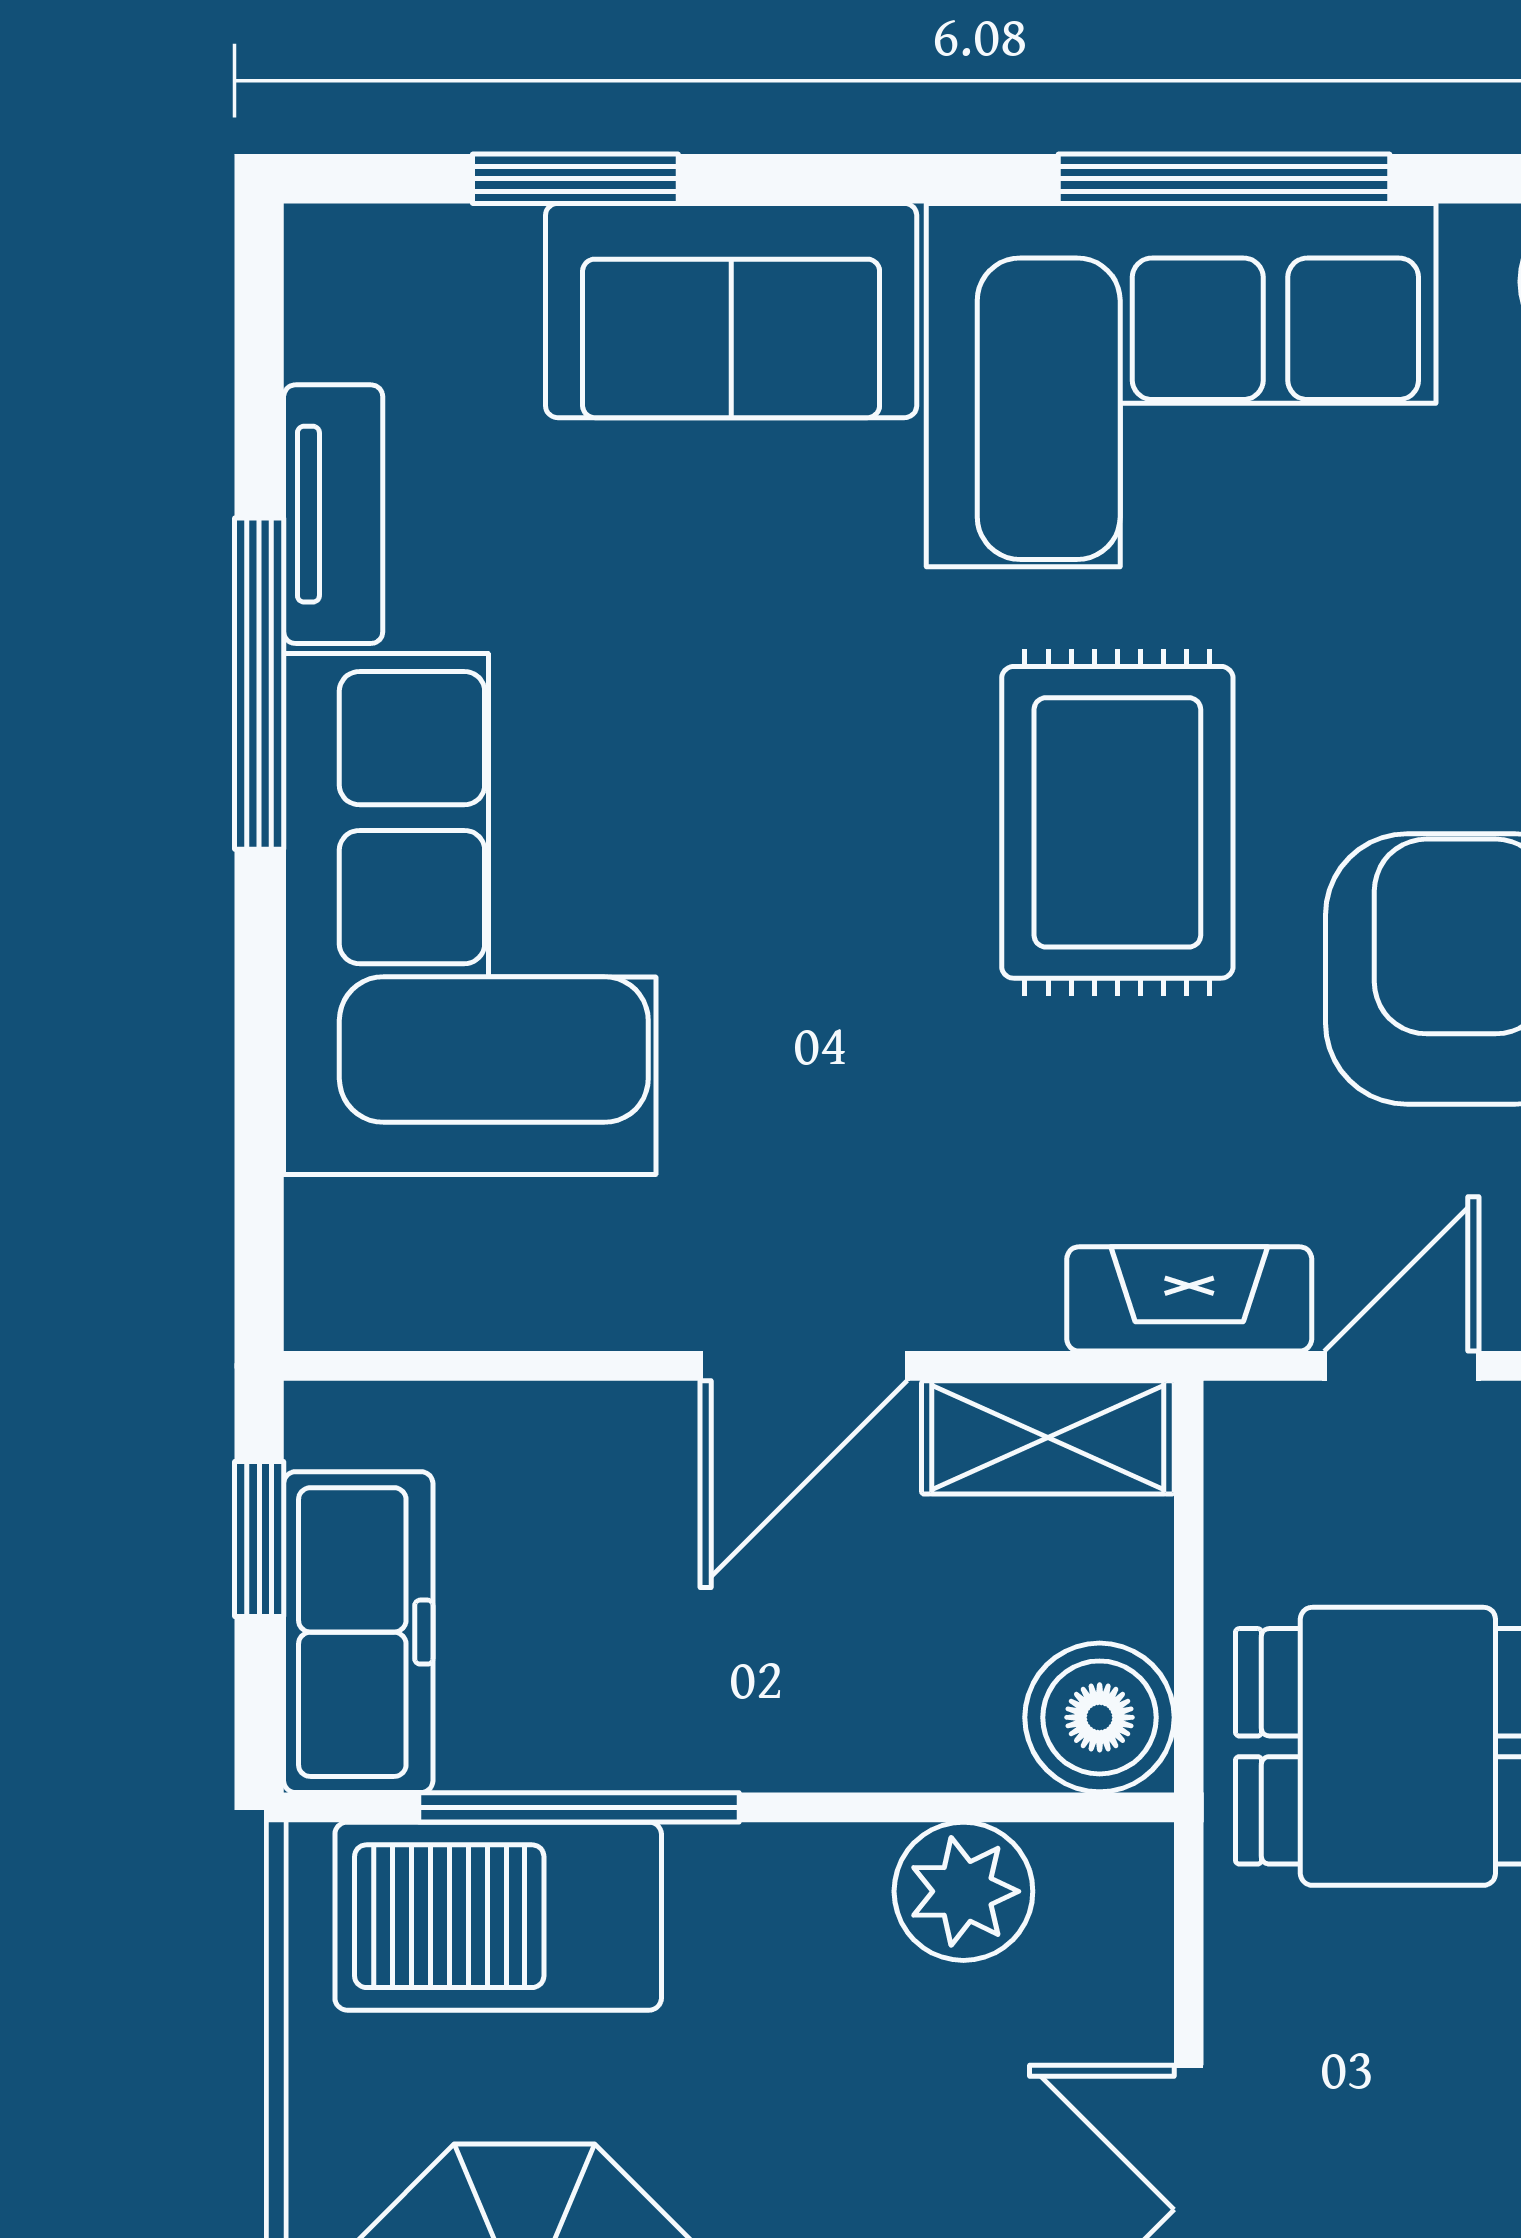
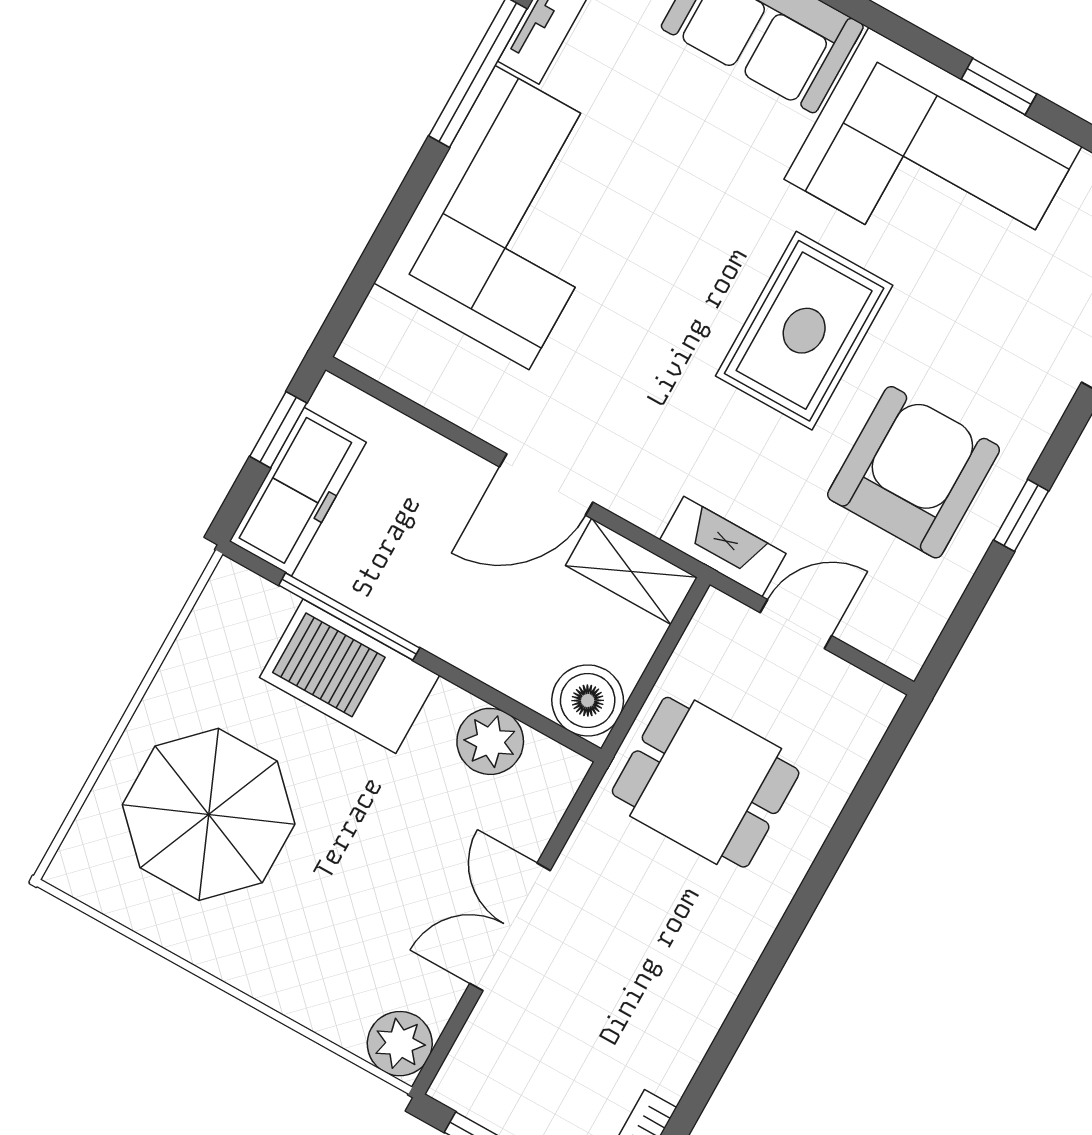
window: (1224, 179) -> (999, 87), width x0.46
barbecue: (498, 1916) -> (349, 676), moved

